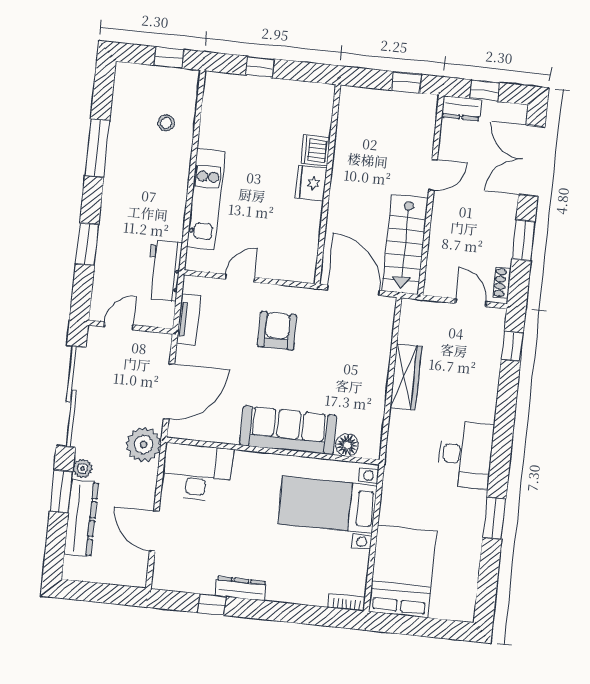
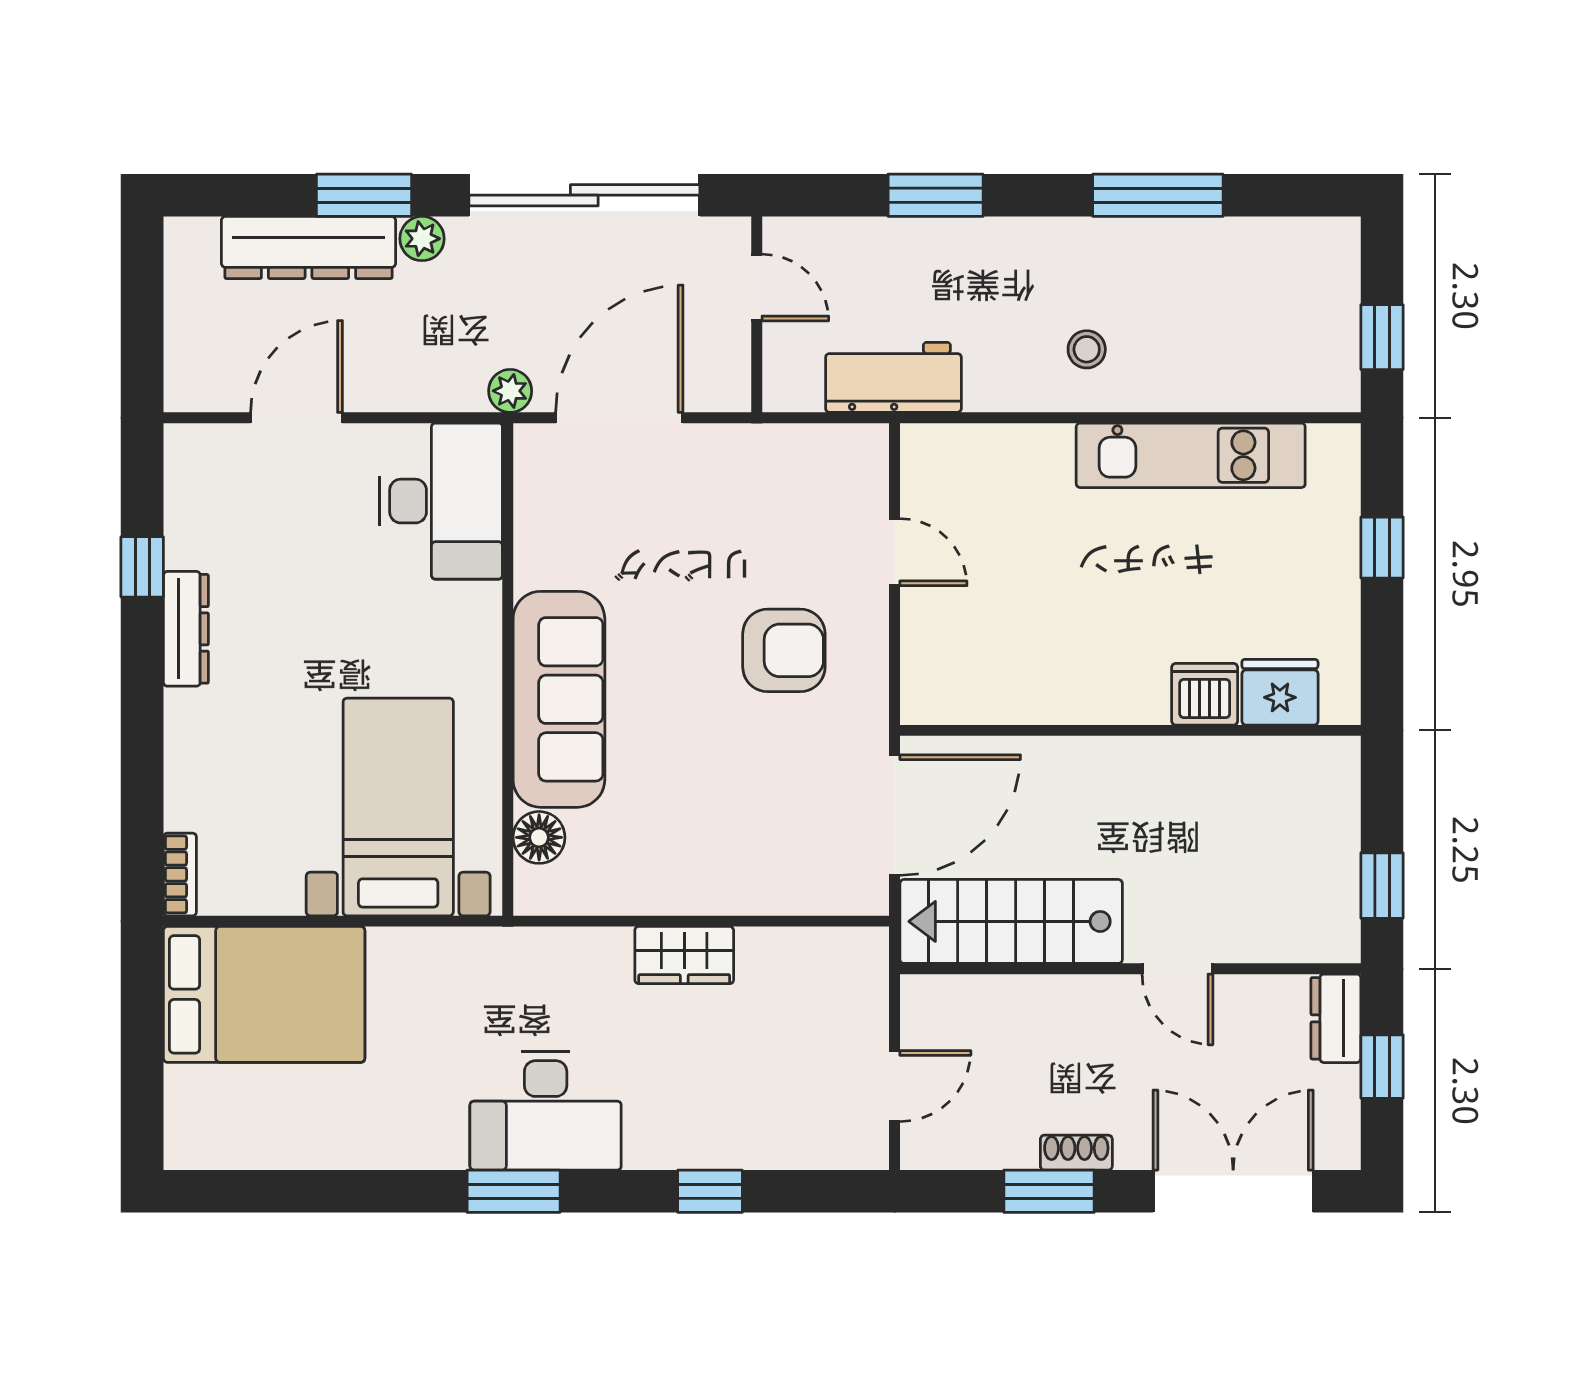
stool: (166, 123) -> (1087, 349), moved
fridge: (311, 183) -> (1280, 692), moved
kitchen unit: (206, 199) -> (1191, 455), moved
shoe rack: (502, 283) -> (1076, 1153), moved
tv unit: (189, 320) -> (788, 445), removed
window: (512, 346) -> (710, 1191), moved
wardrobe: (406, 377) -> (684, 955), width x0.67
door: (169, 391) -> (619, 418), swing flipped
plant: (143, 445) -> (510, 391), width x0.53, depth x0.53
window: (494, 518) -> (514, 1191), moved

